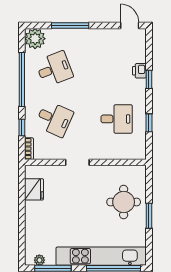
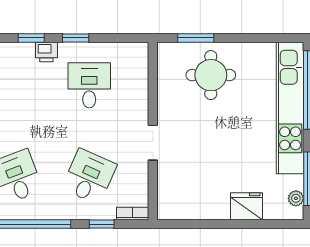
printer: (139, 71) -> (46, 52), moved
window: (149, 123) -> (76, 38), moved
fridge: (34, 189) -> (246, 206), moved
window: (149, 216) -> (196, 38), moved

